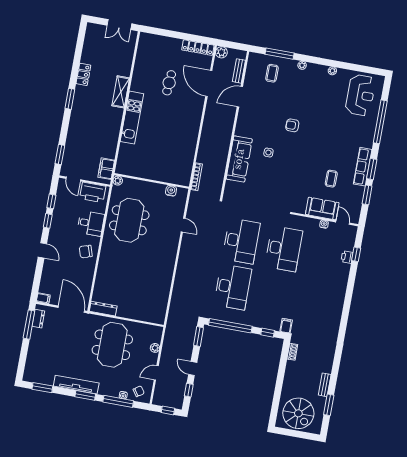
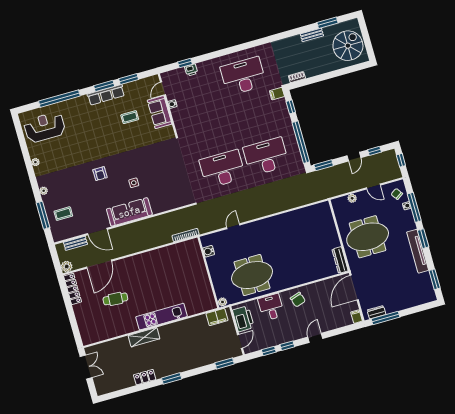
sofa: (239, 159) -> (129, 212), moved
desk: (284, 249) -> (243, 76), moved

